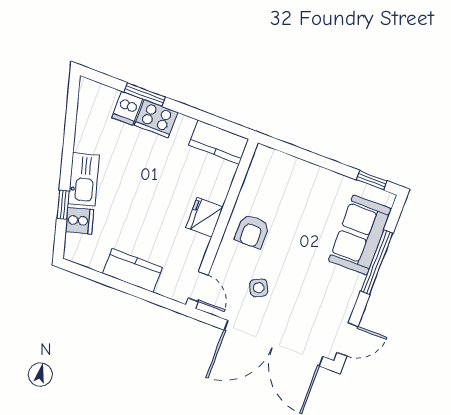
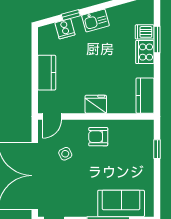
kitchen sink: (84, 179) -> (95, 21), width x0.73
window: (372, 180) -> (157, 149), moved

